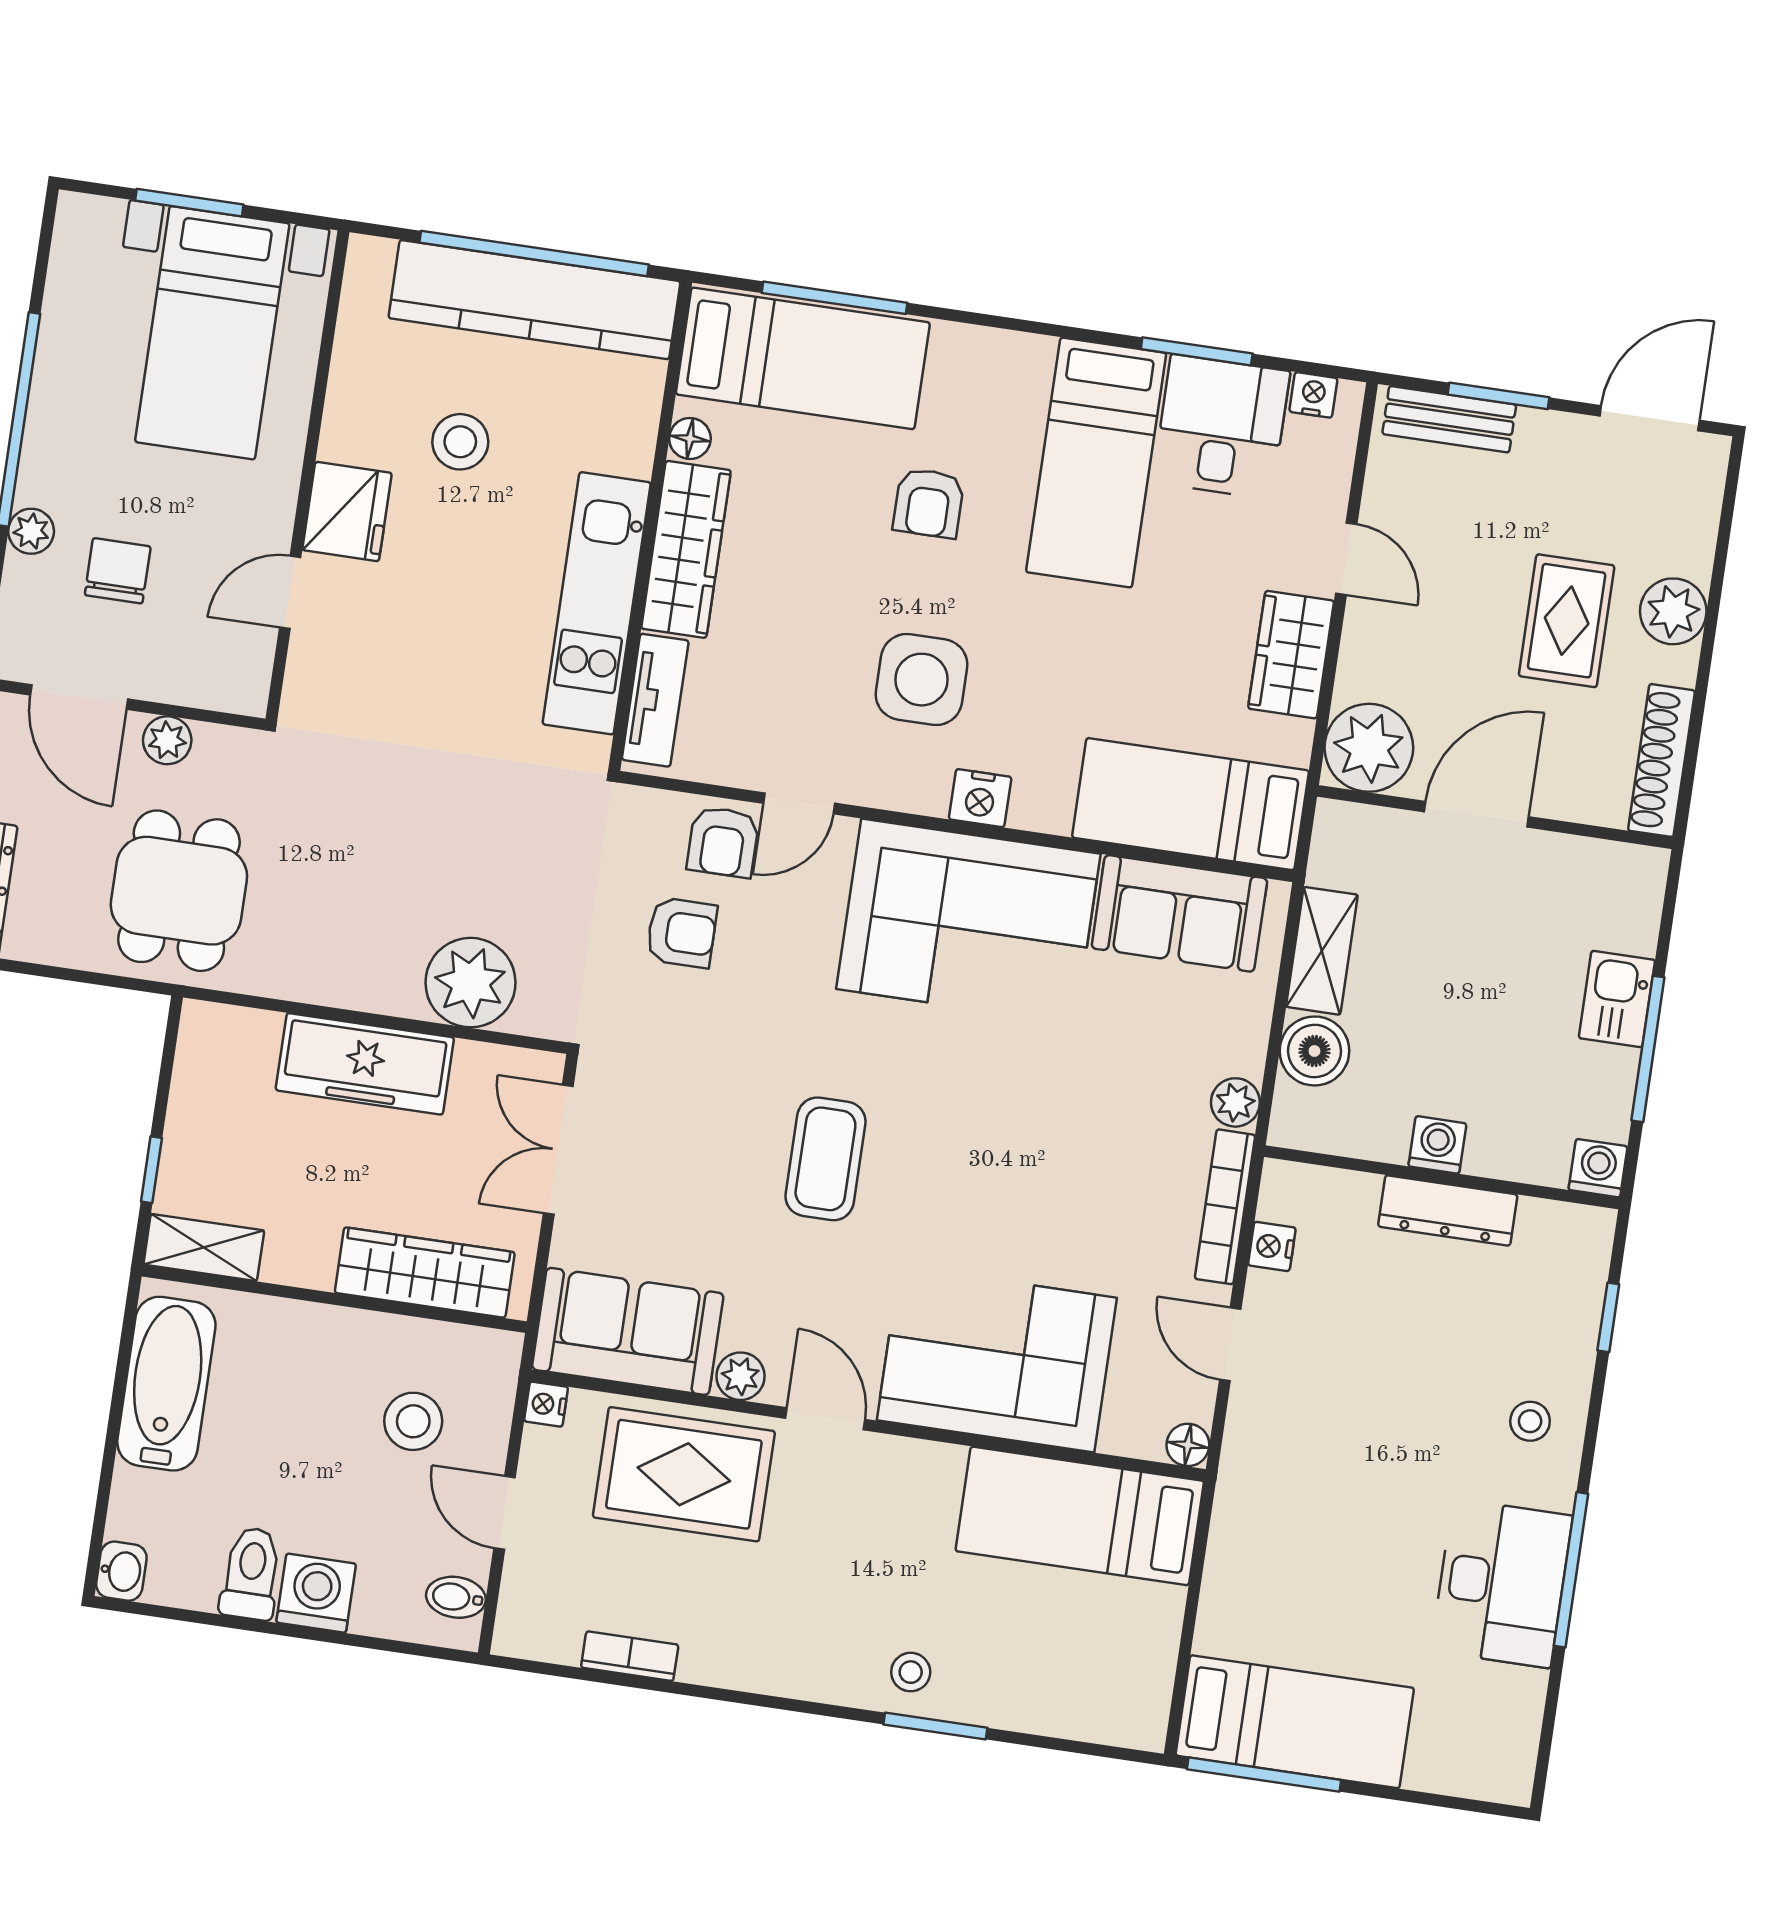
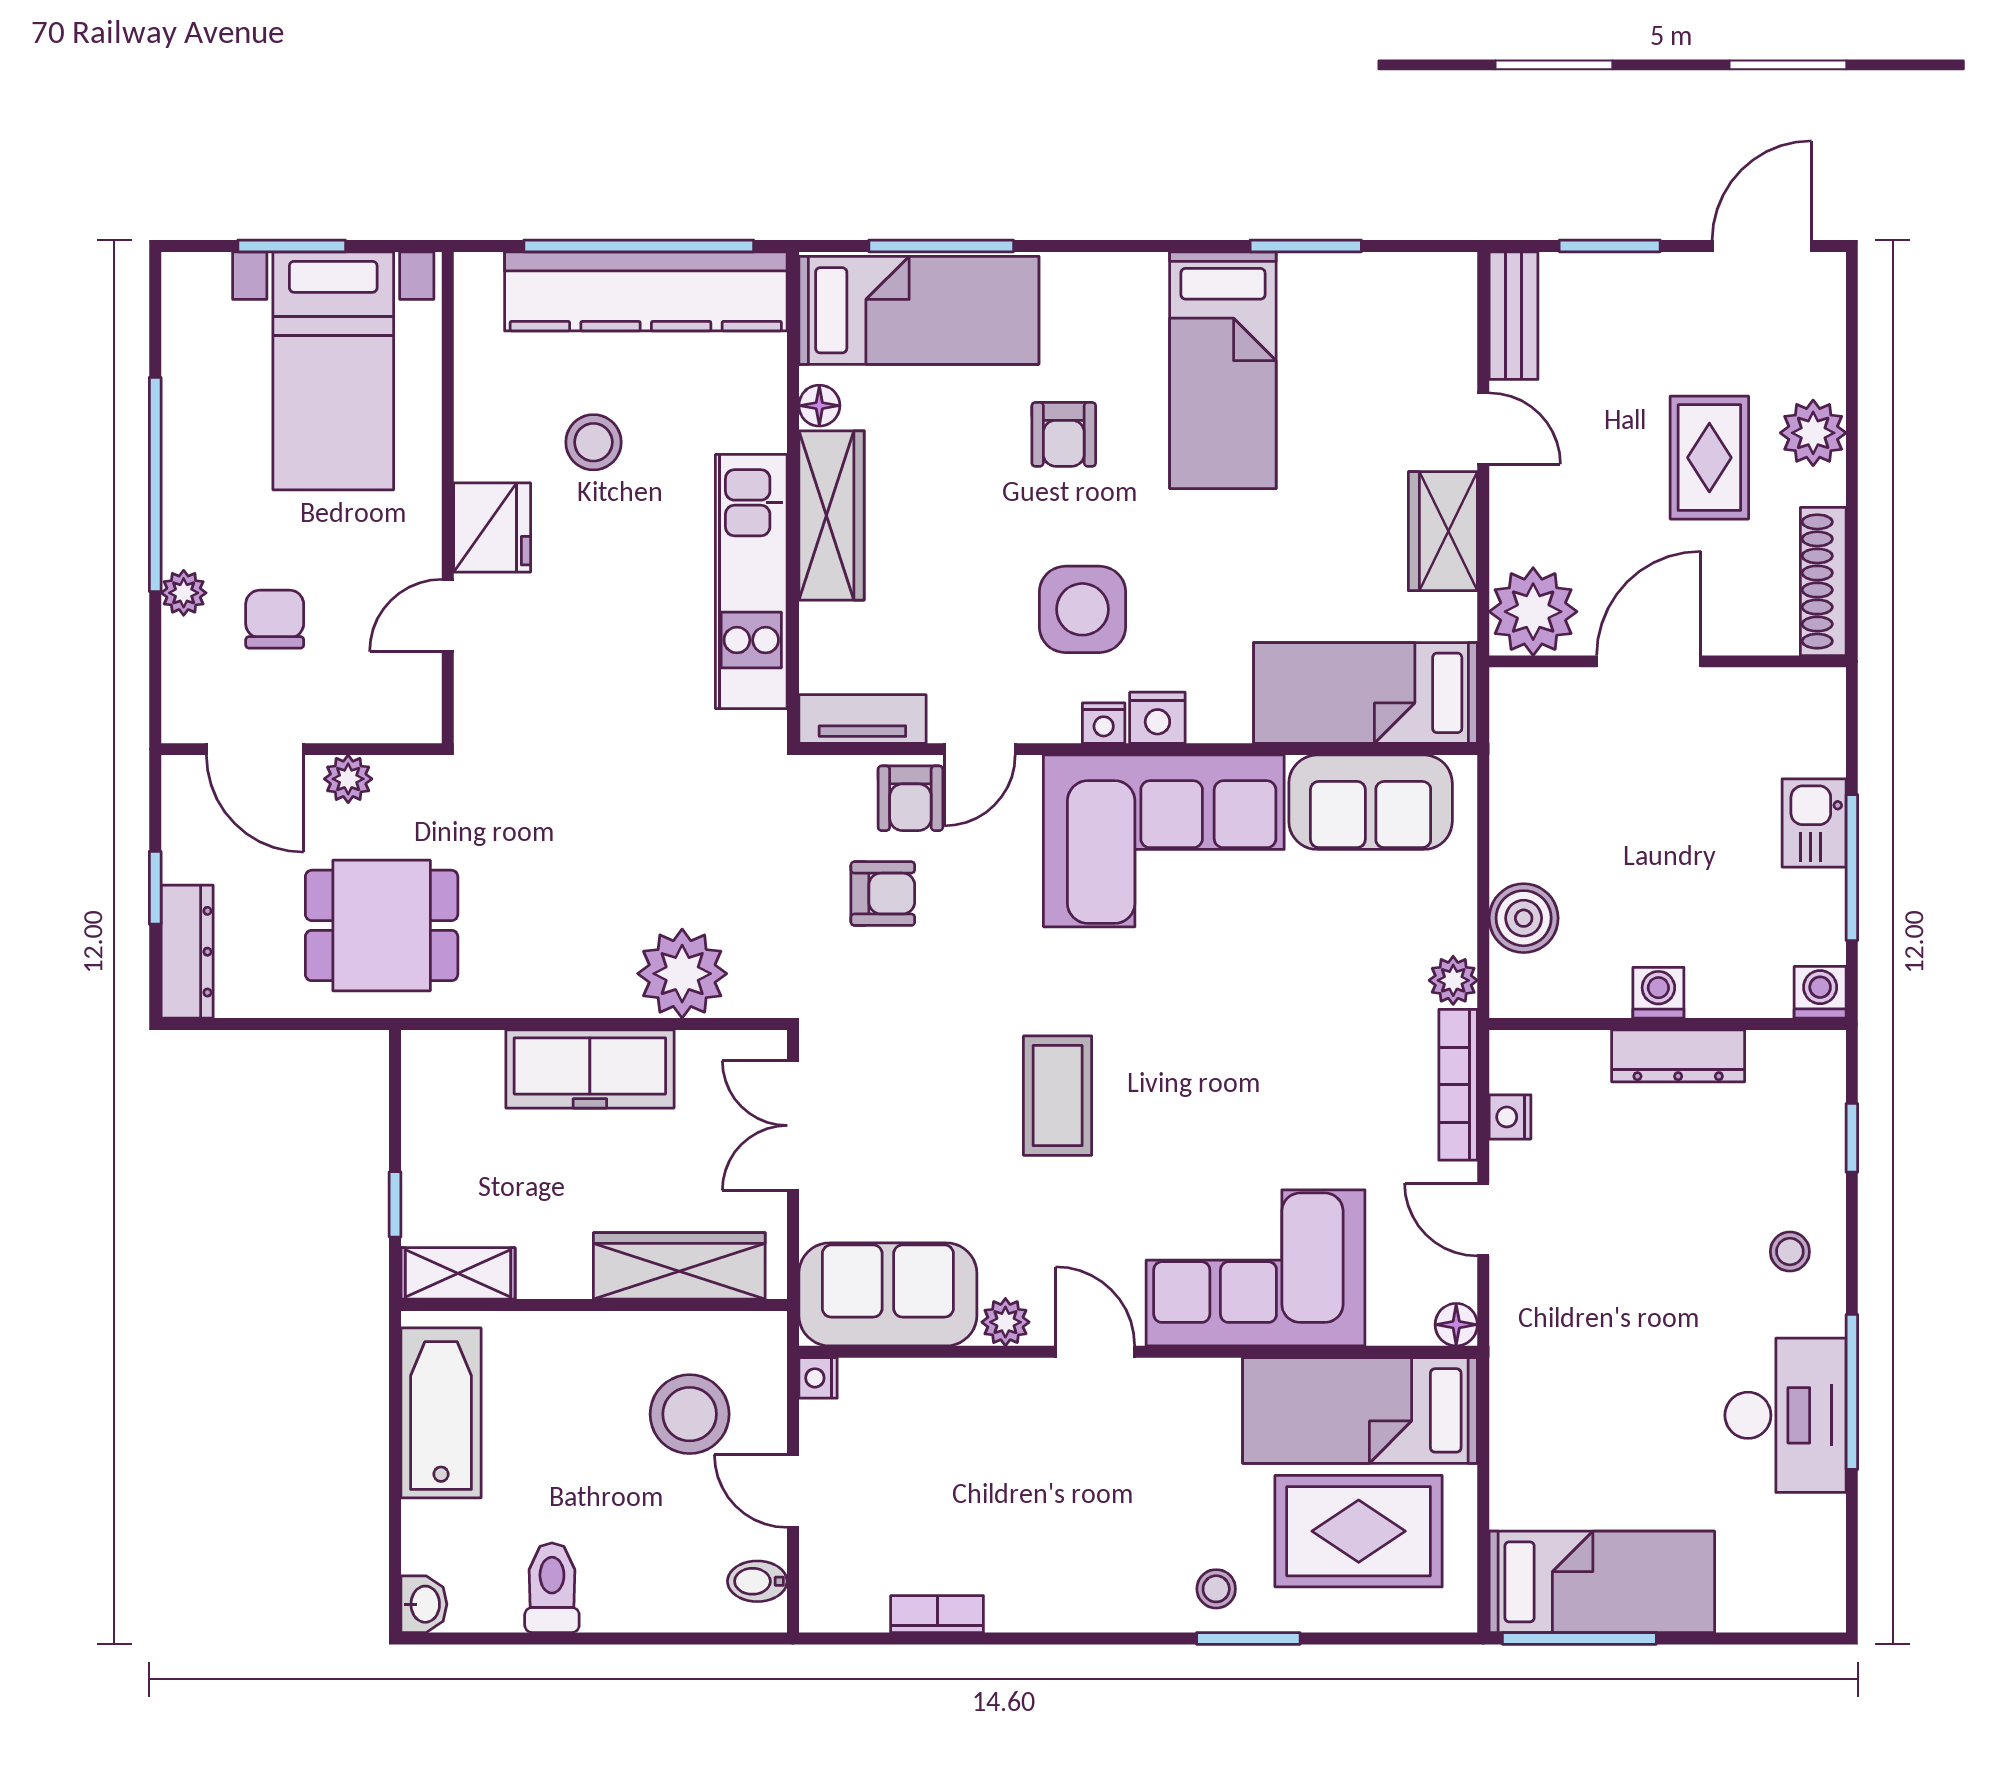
nightstand: (1313, 395) -> (1104, 723), moved, turned 180
bench: (1449, 419) -> (1514, 316), moved, turned 90
desk: (1221, 427) -> (1341, 317), removed
tv unit: (655, 700) -> (862, 719), moved, turned -90
dining table: (179, 891) -> (382, 925), turned 90
shelving: (1322, 951) -> (1516, 818), removed
stool: (413, 1421) -> (690, 1414), width x1.38, depth x1.38
rug: (684, 1474) -> (1359, 1531), moved
washing machine: (316, 1593) -> (619, 1598), removed

